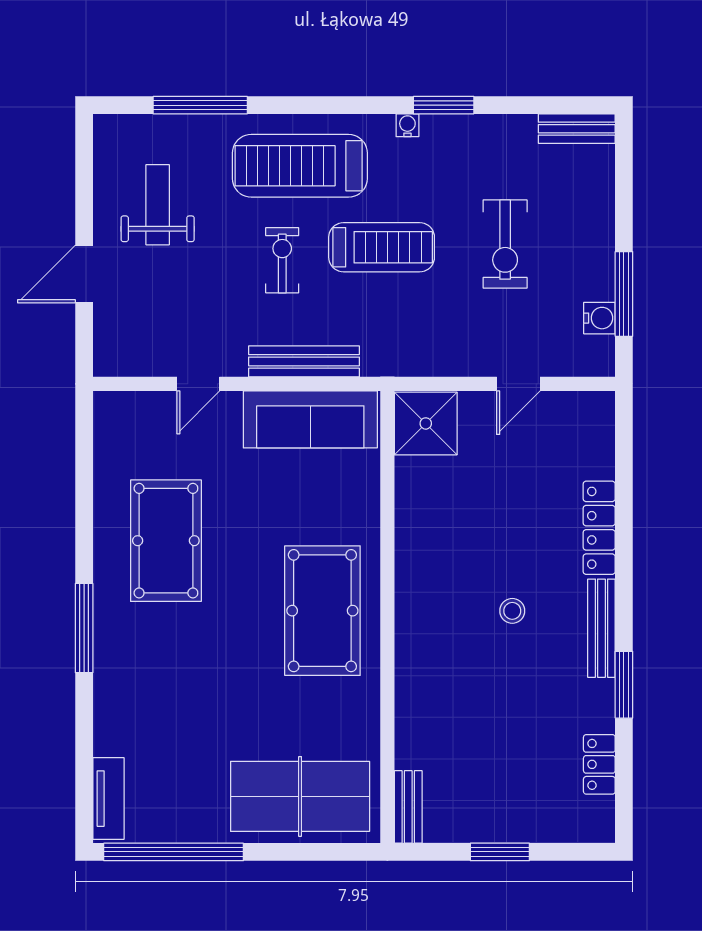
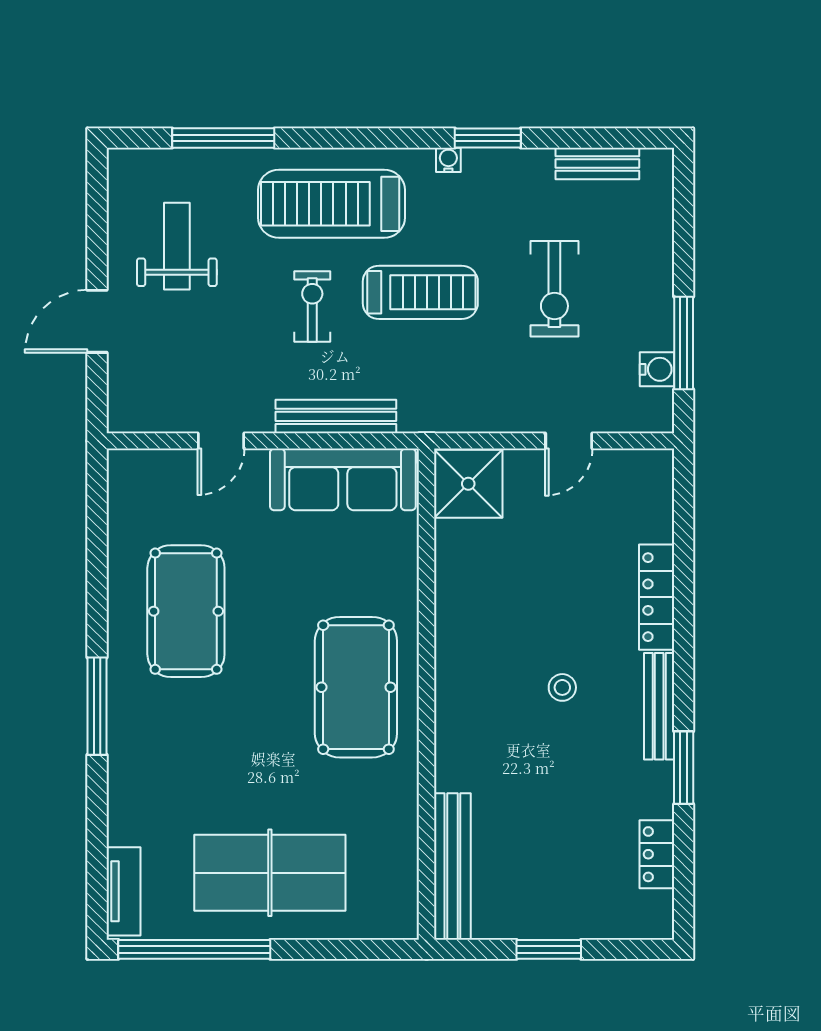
bench: (577, 129) -> (597, 164), moved
table tennis table: (300, 796) -> (270, 873), moved
bench: (408, 807) -> (452, 867), width x1.86, depth x1.21

